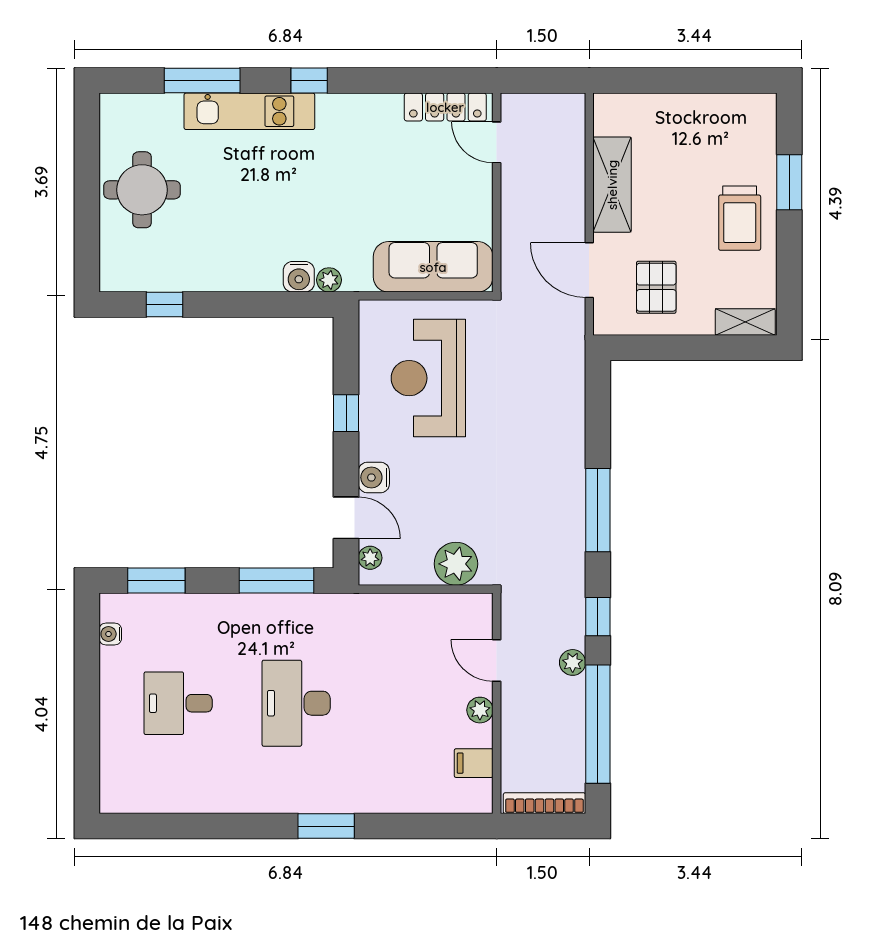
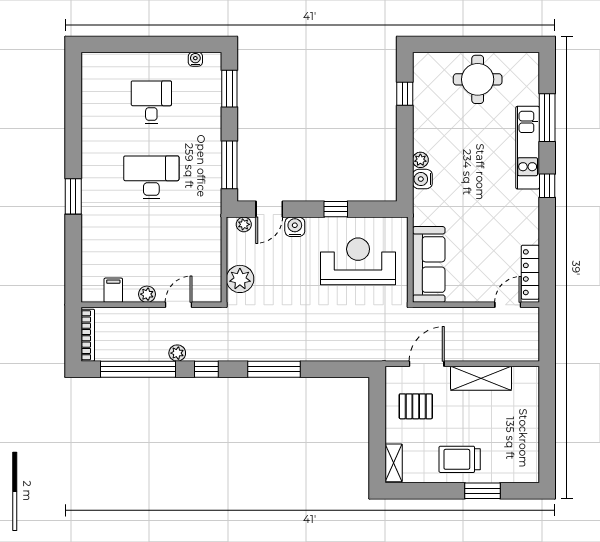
plant: (329, 280) -> (420, 160), moved

